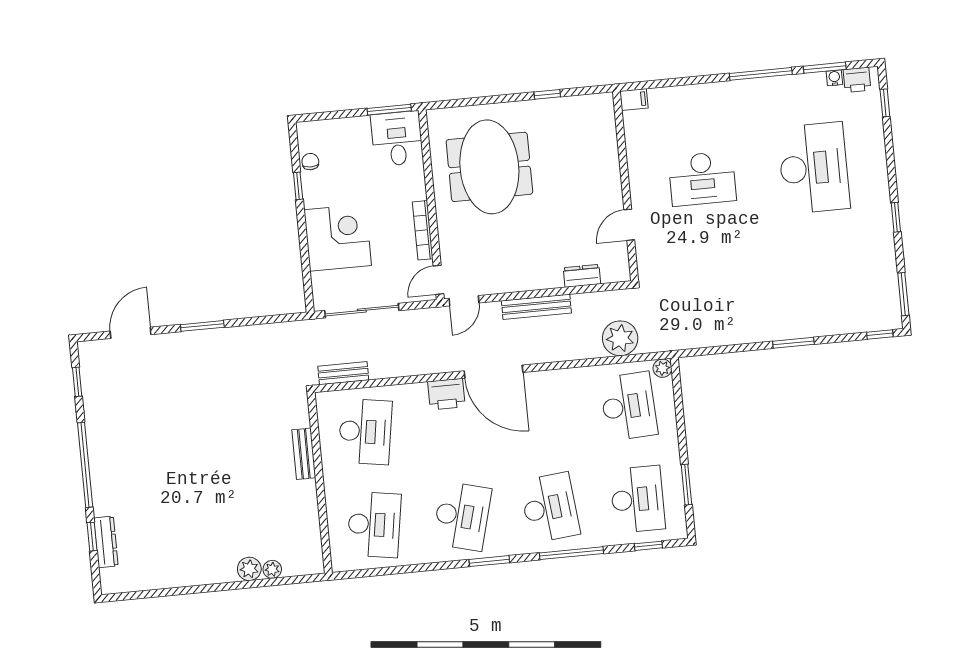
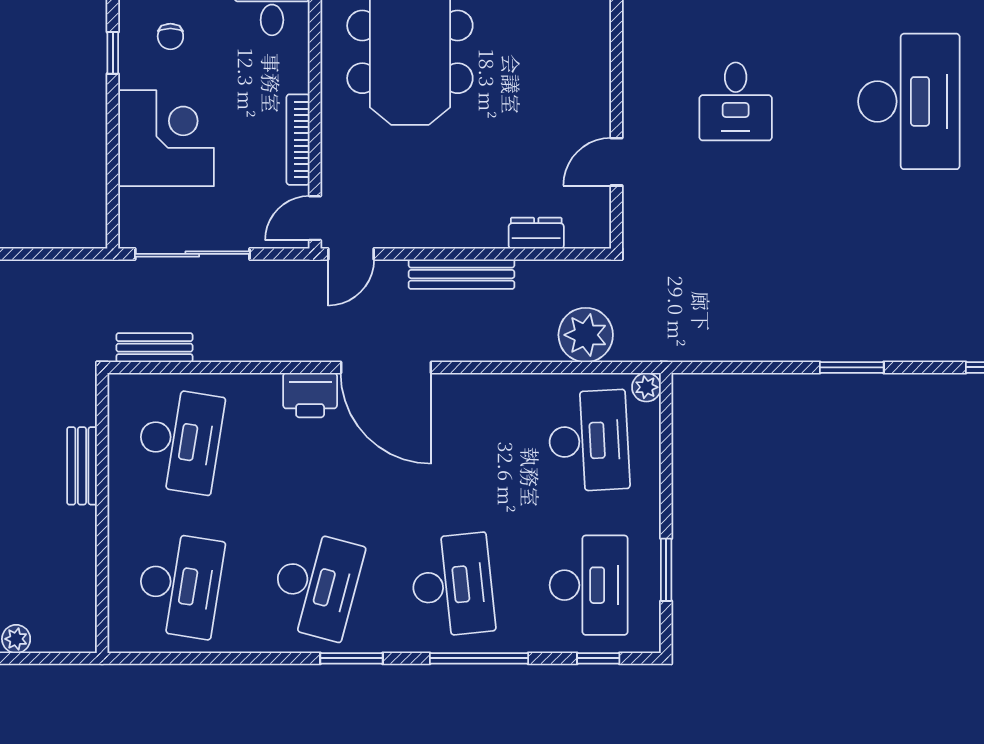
chair: (310, 162) -> (170, 36), moved, turned 180
desk: (702, 179) -> (736, 101), width x0.73

